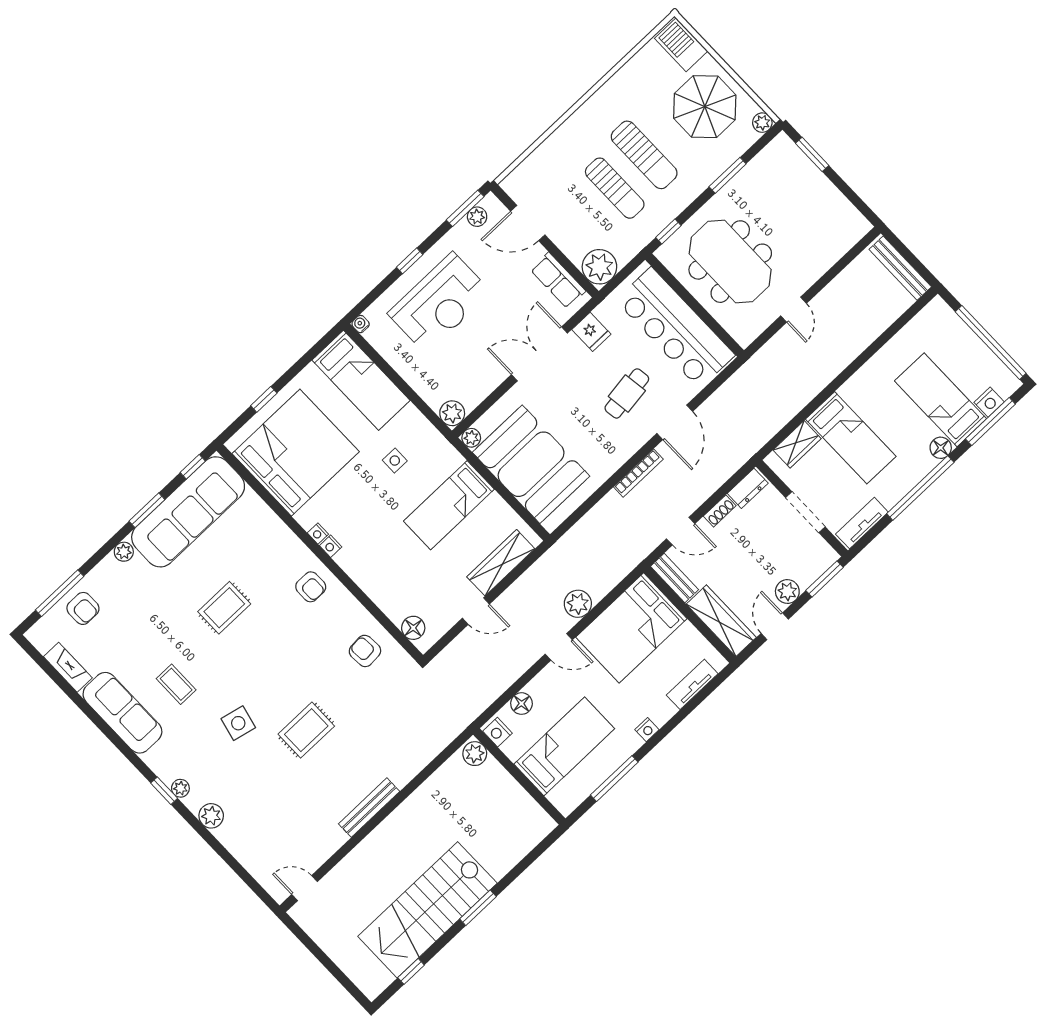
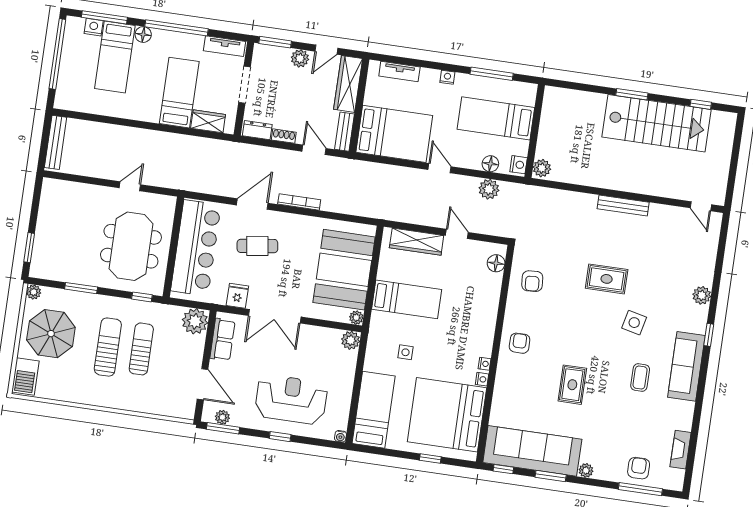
nightstand: (331, 546) -> (482, 379), moved
plant: (578, 604) -> (489, 189), moved
rug: (224, 608) -> (572, 385), turned 90
sofa: (122, 713) -> (686, 366), moved
plant: (180, 788) -> (700, 326), removed

